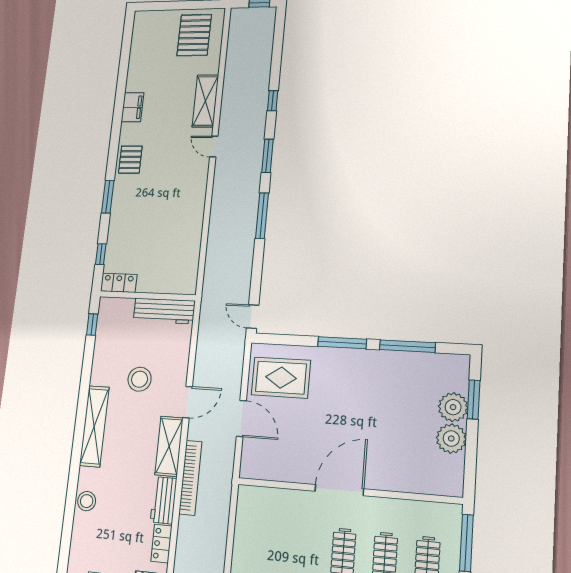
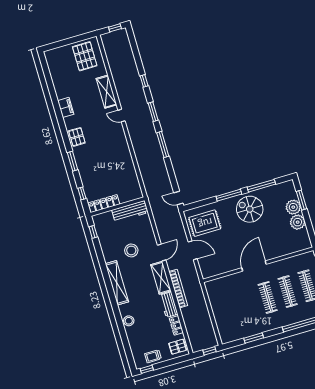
locker: (119, 283) -> (104, 204), width x1.53
spiral stairs: (370, 381) -> (250, 209), added

